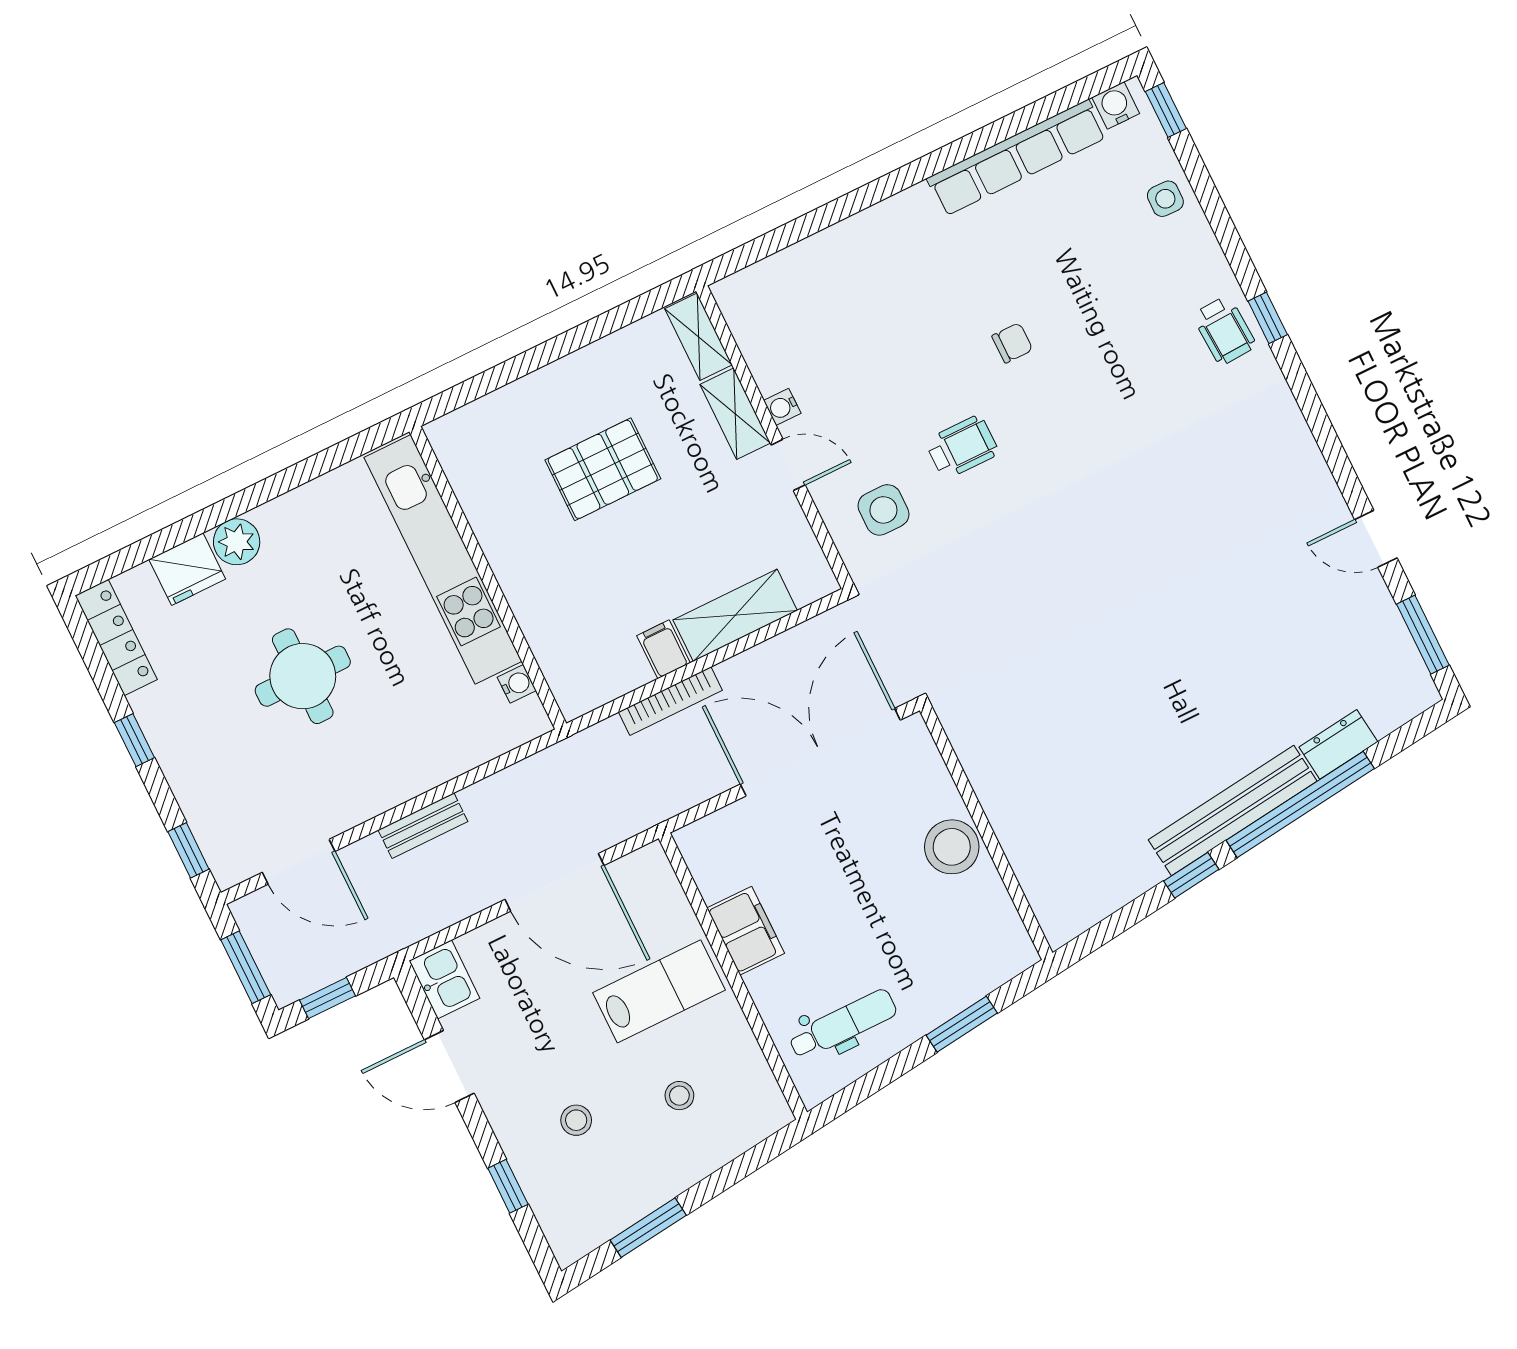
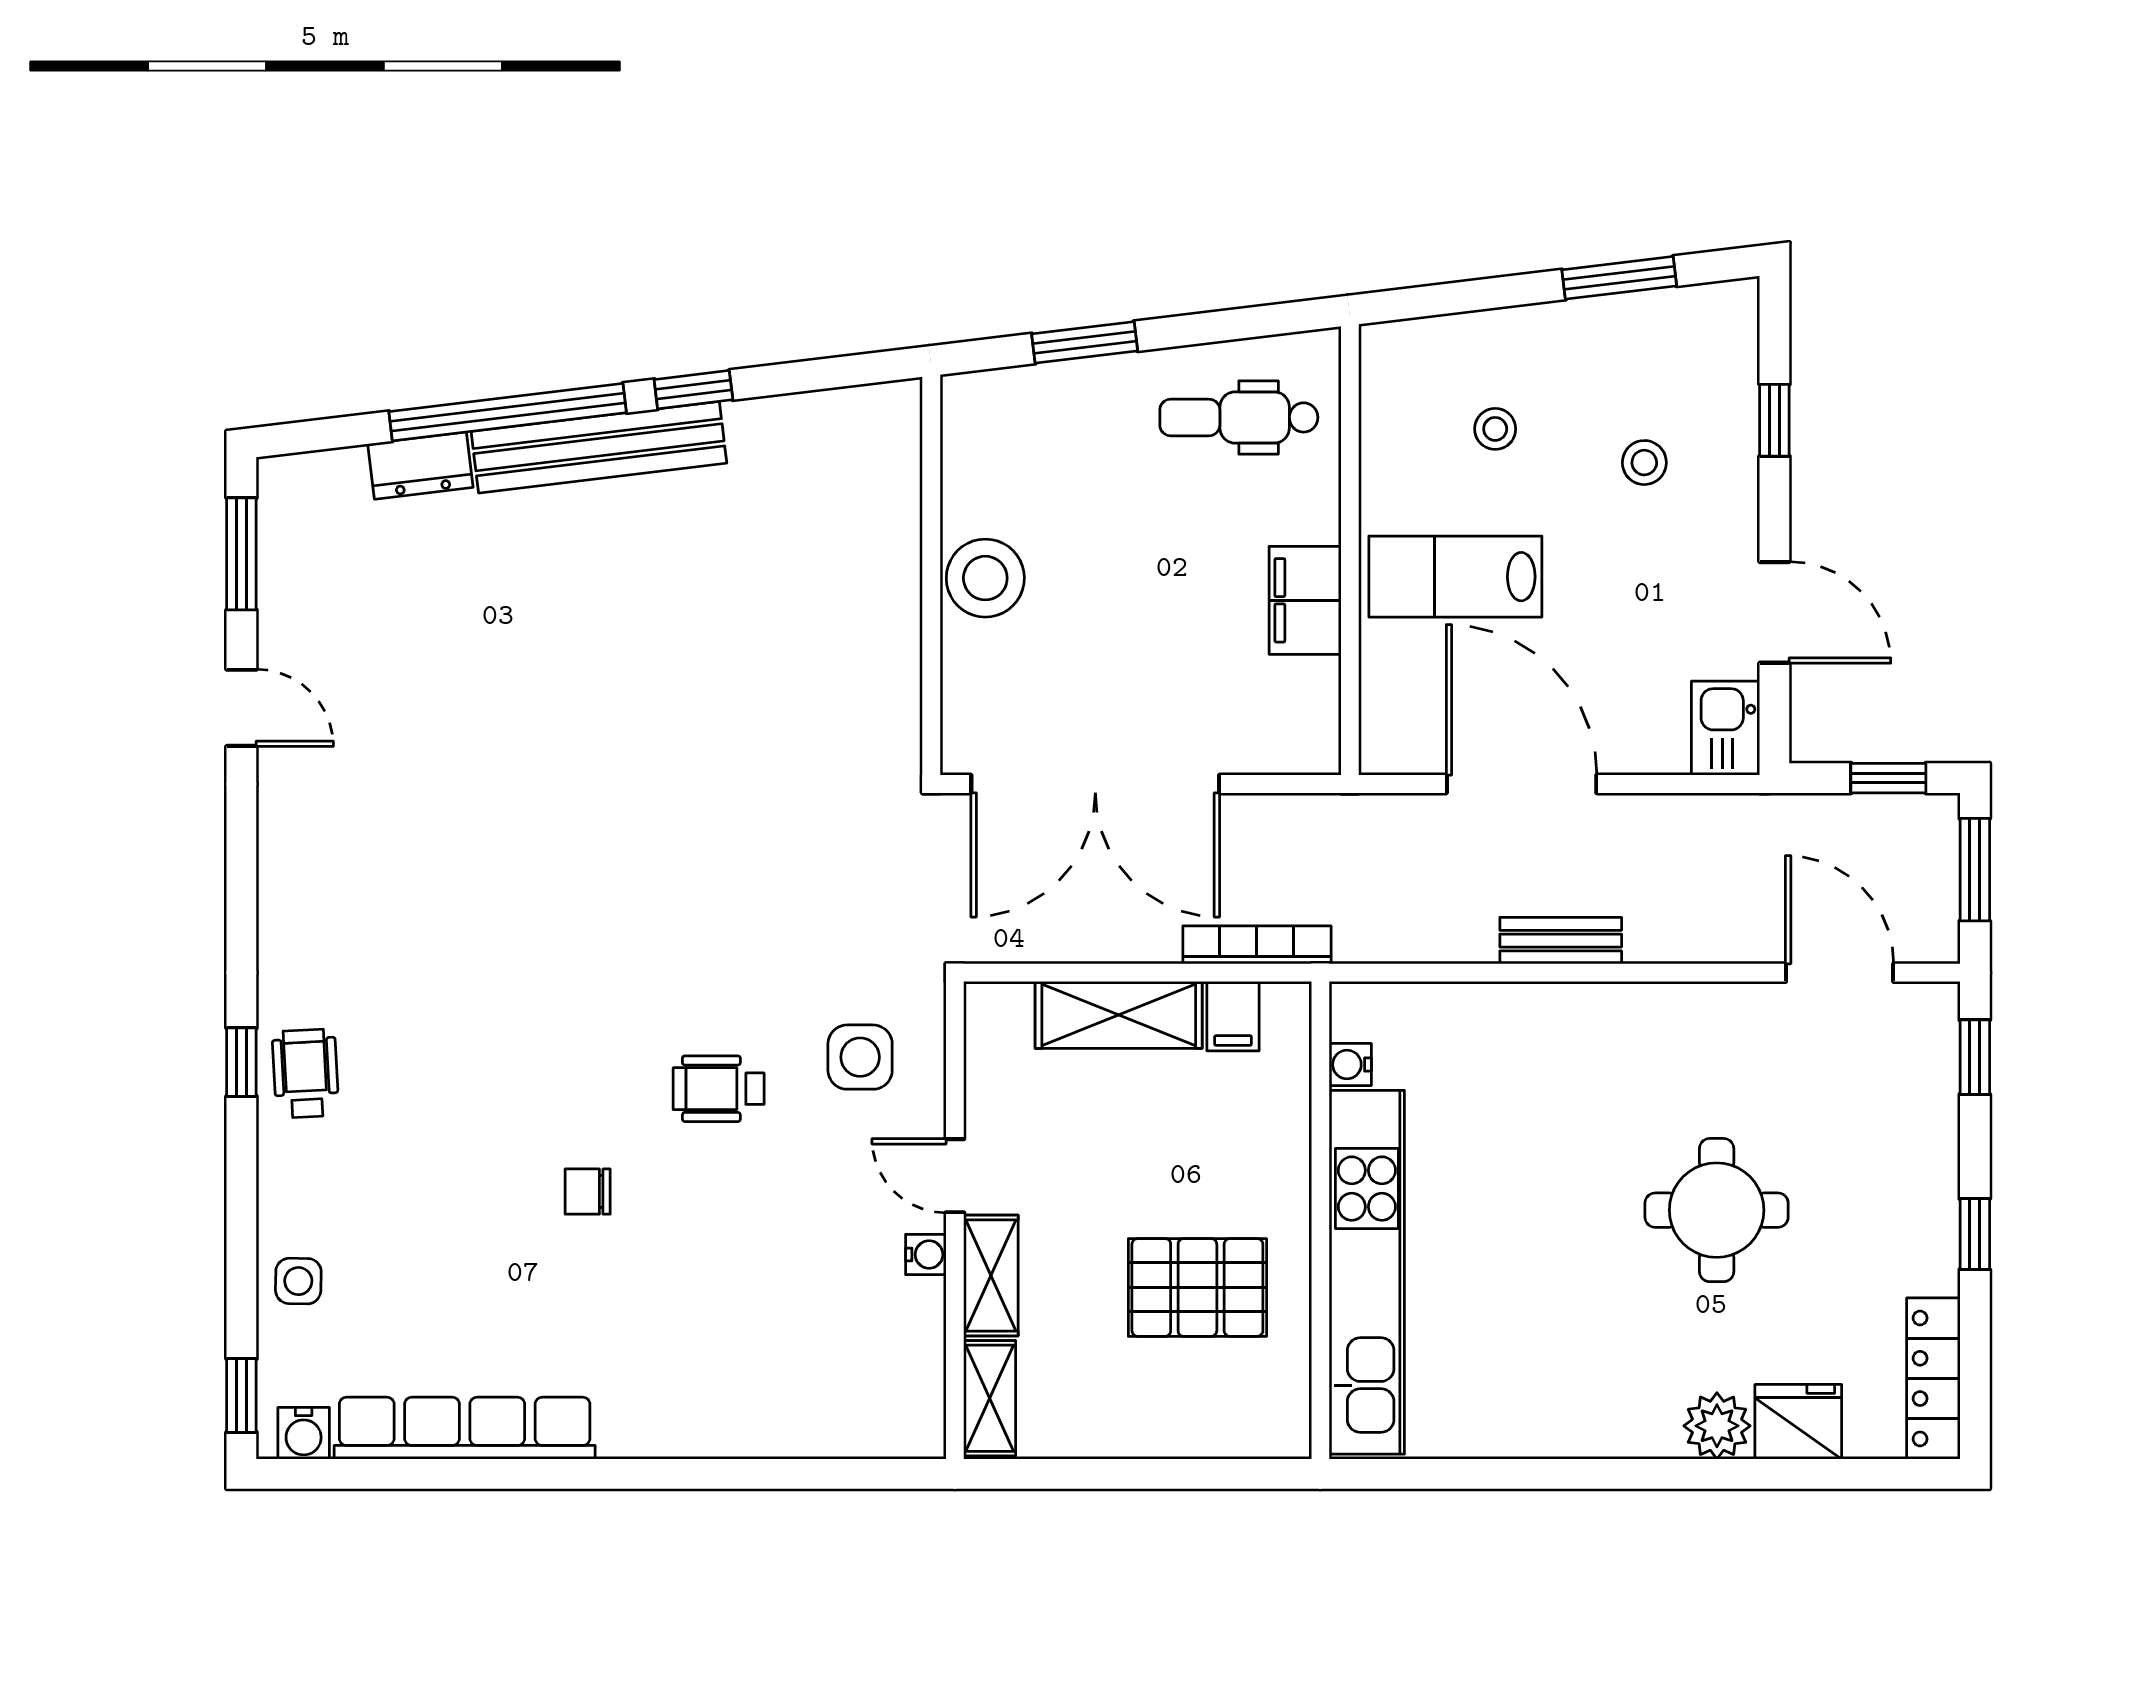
kitchen unit: (443, 559) -> (1367, 1272), moved
wall: (488, 578) -> (1320, 1220), moved
water cooler: (517, 684) -> (1350, 1065), moved
bench: (423, 826) -> (1561, 941), moved

